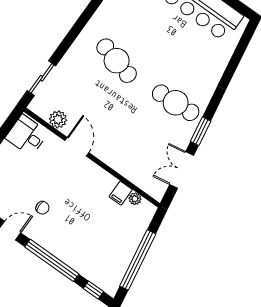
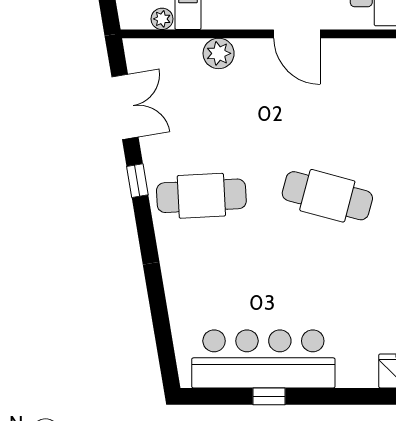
plant: (58, 119) -> (219, 53), moved
window: (201, 131) -> (137, 181), width x0.67

